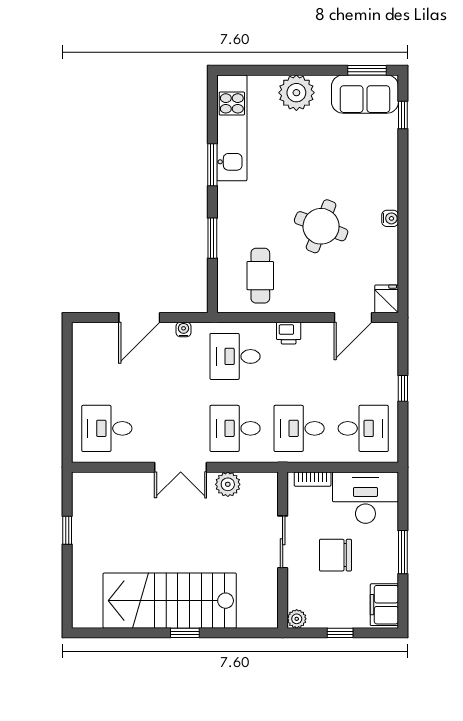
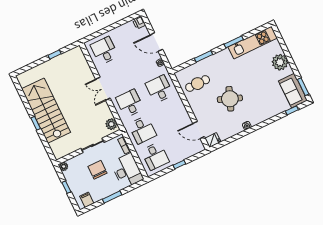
printer: (289, 333) -> (139, 22), moved
desk: (299, 428) -> (142, 130), turned 180
plant: (228, 484) -> (111, 124), moved
filing cabinet: (384, 605) -> (87, 200), width x0.50

